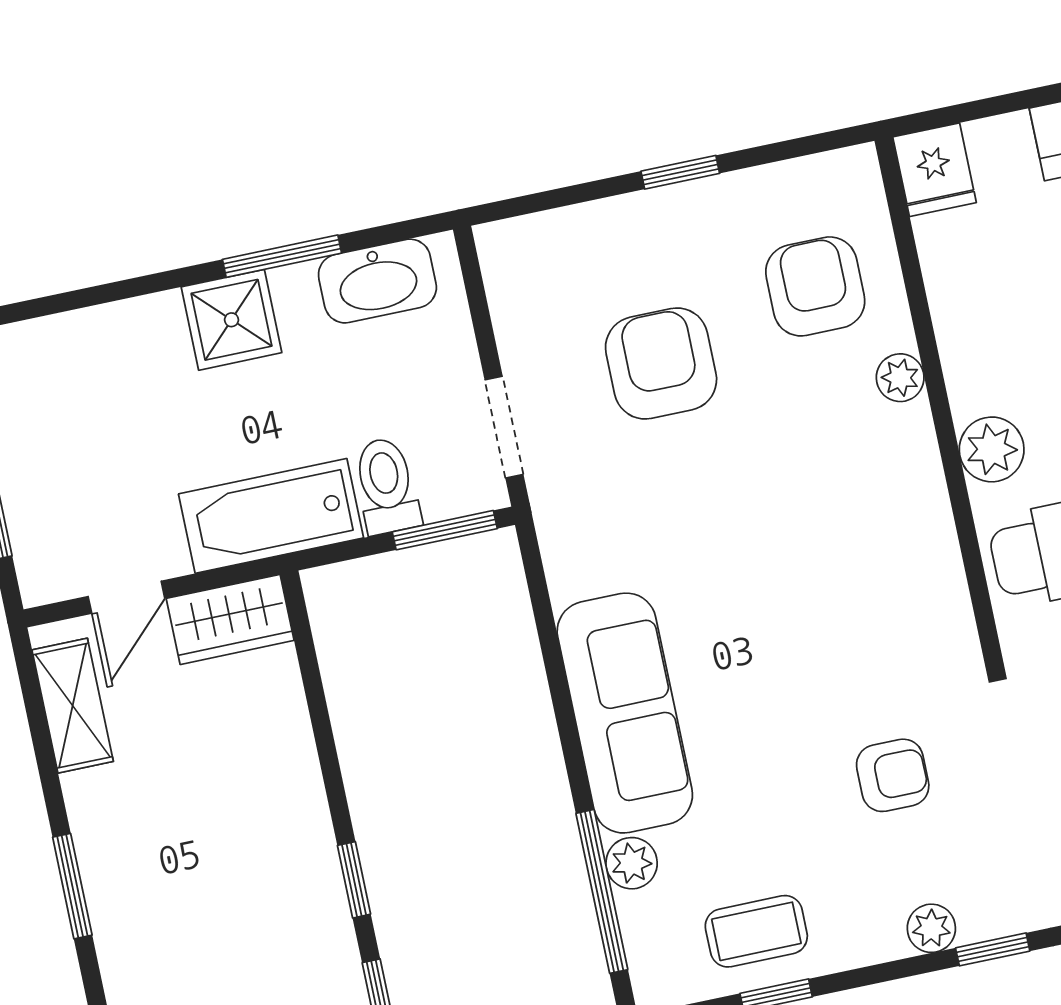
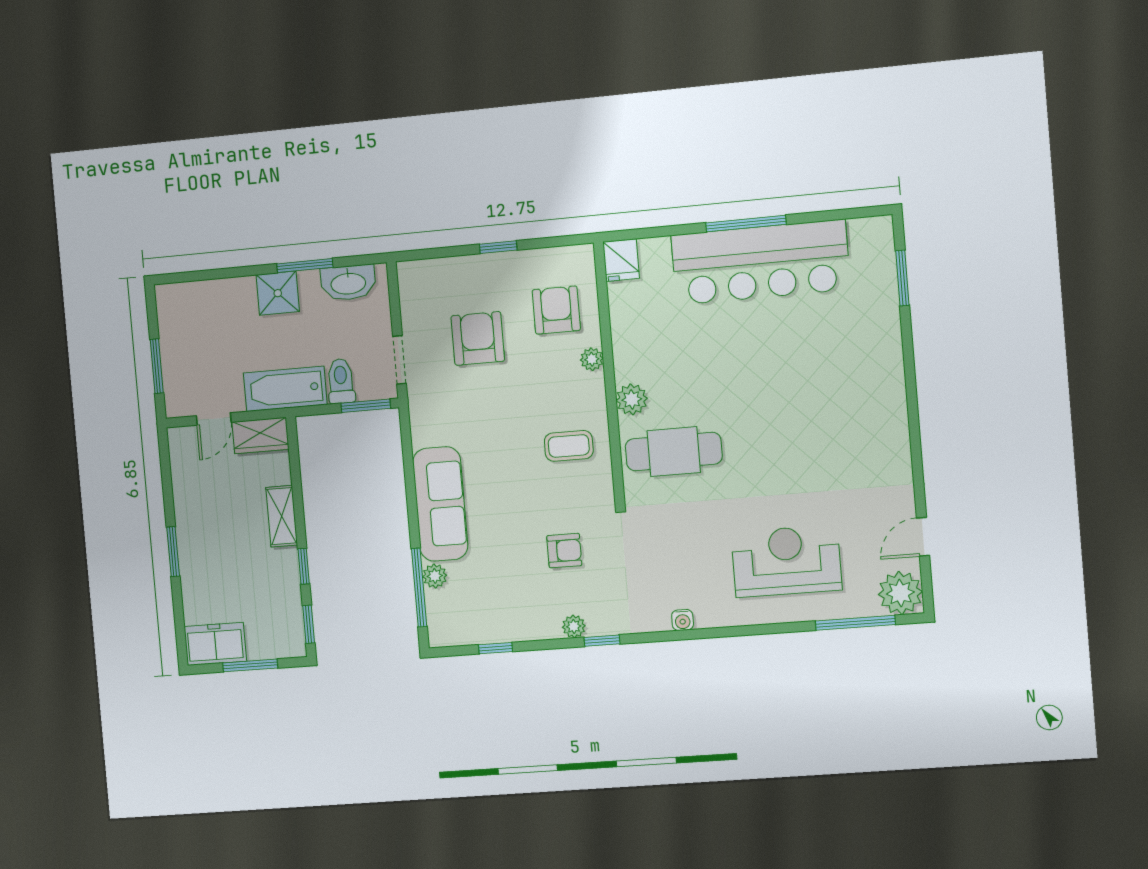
shelving: (73, 706) -> (282, 516), moved
coffee table: (756, 931) -> (569, 446), moved

